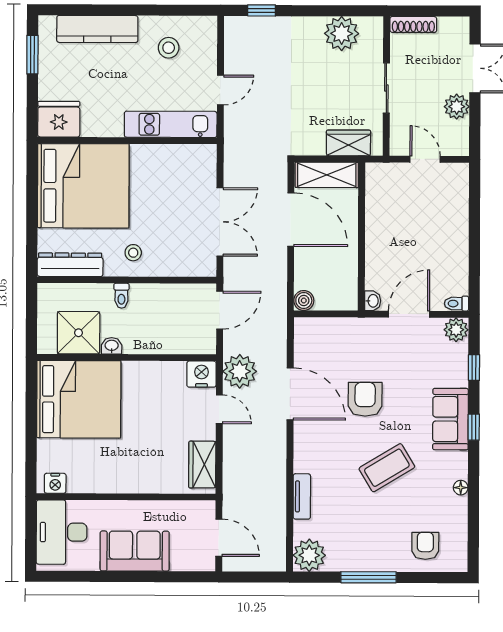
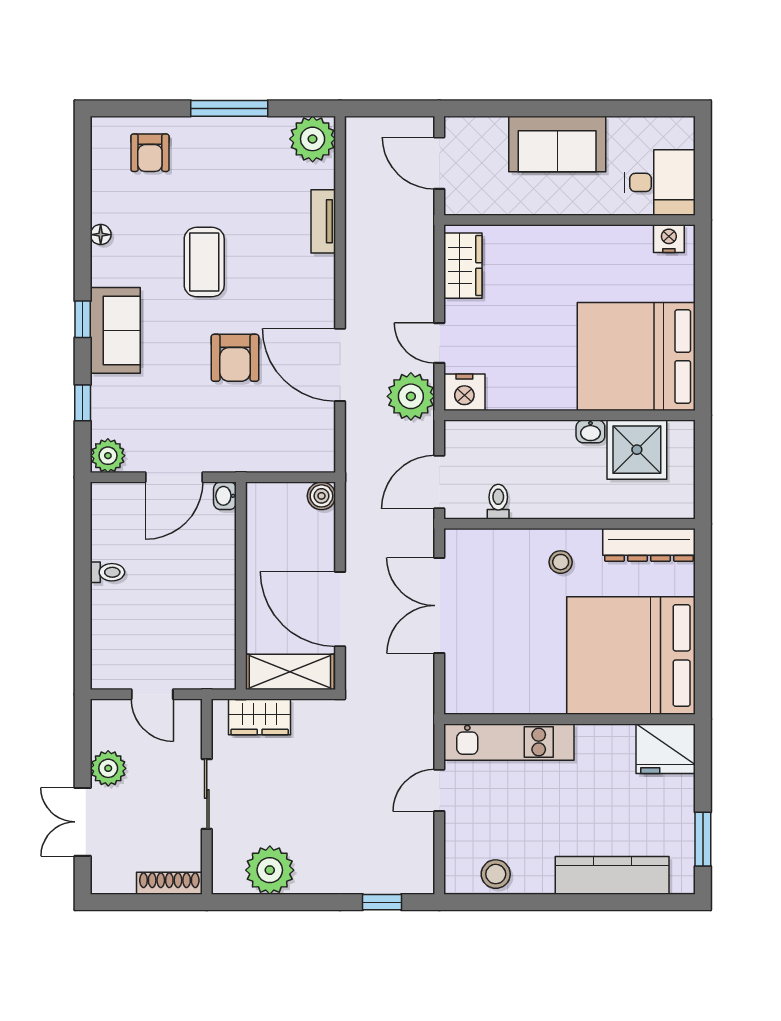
stool: (169, 48) -> (496, 874), moved
toilet: (121, 296) -> (498, 502), moved
toilet: (456, 304) -> (108, 572), moved
coffee table: (387, 468) -> (204, 262), turned -59
desk: (62, 532) -> (660, 182), width x0.73

